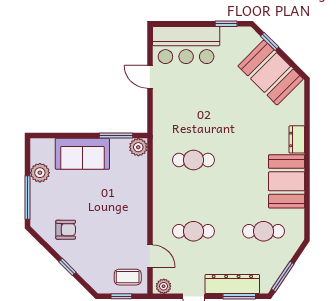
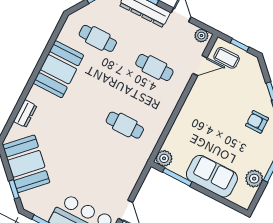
dresser: (297, 139) -> (25, 114), moved
door: (150, 256) -> (200, 66), swing flipped

